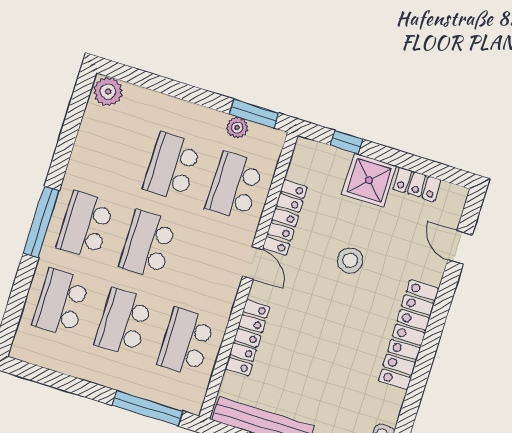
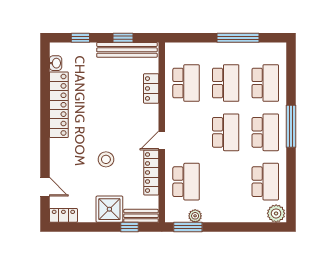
bench: (322, 154) -> (141, 216), added
school desk: (172, 166) -> (265, 182), moved
locker: (417, 184) -> (63, 215), moved
door: (253, 263) -> (162, 141), hinge flipped
locker: (409, 335) -> (59, 105), moved
locker: (248, 338) -> (151, 88), width x0.66
window: (147, 408) -> (238, 38), moved

